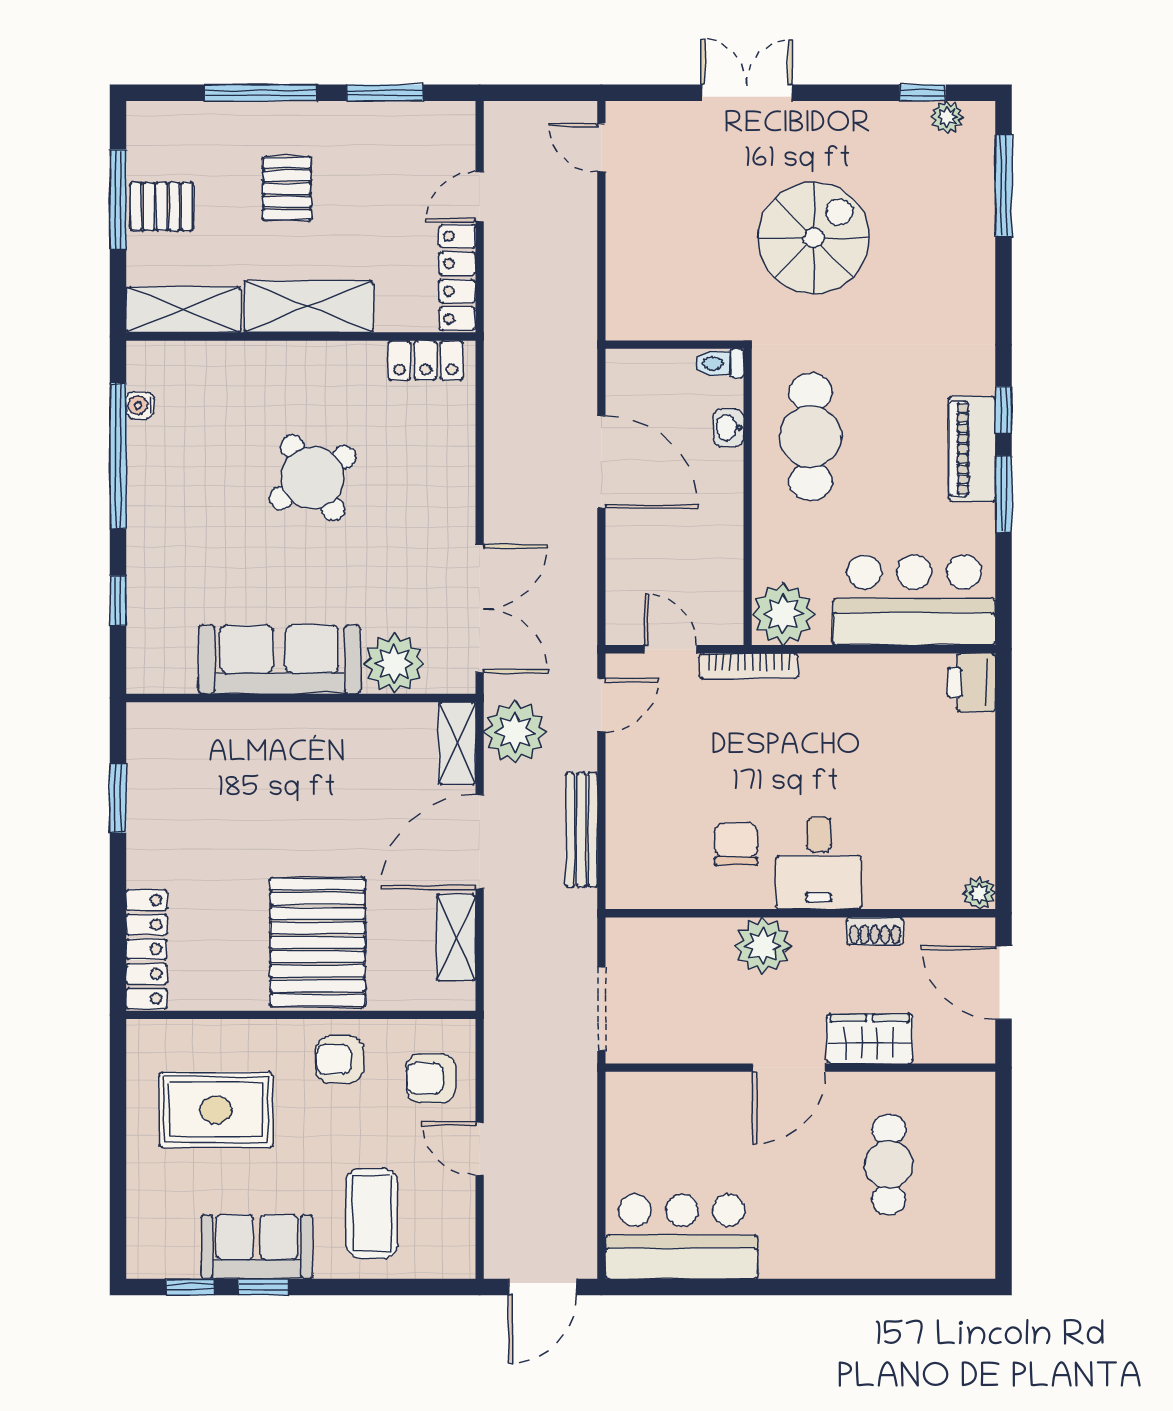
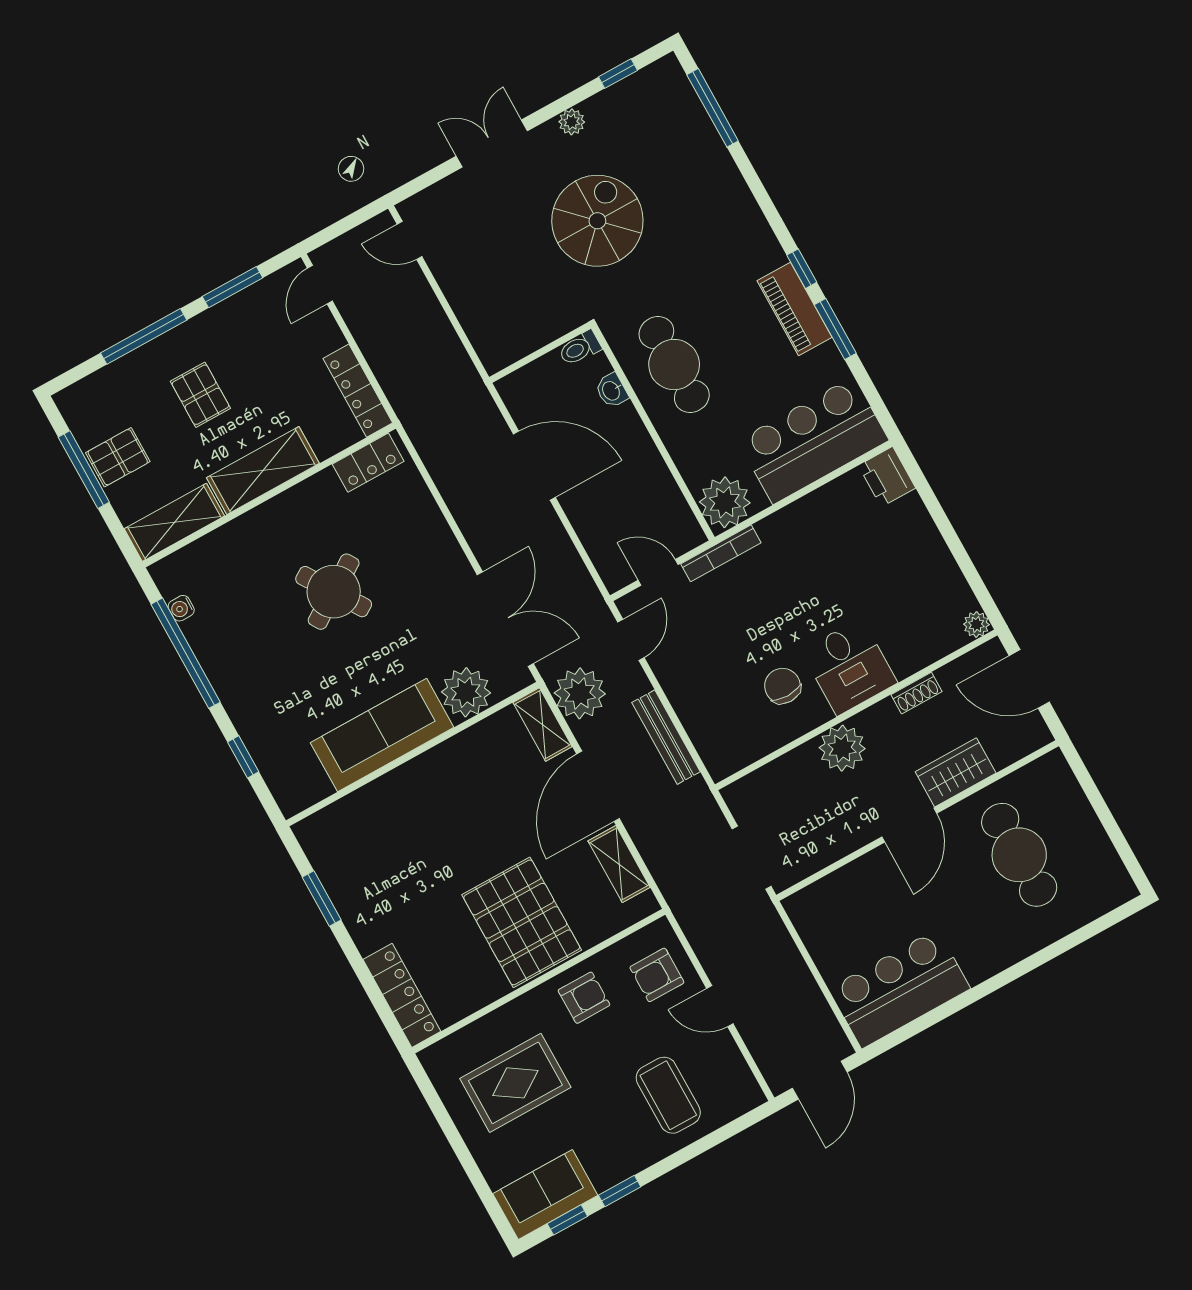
plant: (947, 117) -> (572, 122), moved
door: (480, 197) -> (320, 285), moved
armchair: (340, 1059) -> (584, 998), turned 180
cafe table: (889, 1164) -> (1019, 855), width x1.37, depth x1.35
sofa: (257, 1247) -> (545, 1195), moved

